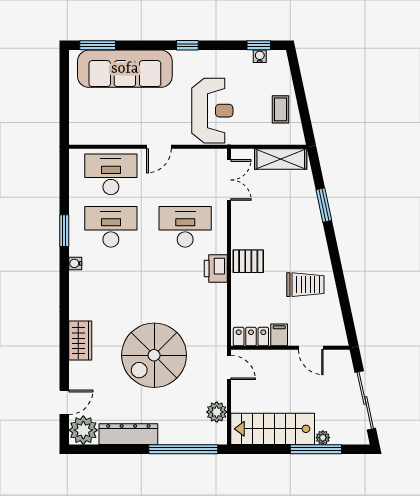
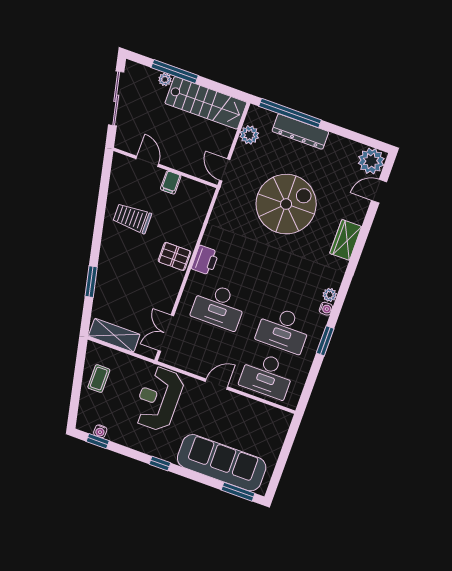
plant: (76, 279) -> (330, 295), added
locker: (251, 337) -> (196, 190), removed
dresser: (128, 434) -> (300, 132), moved

